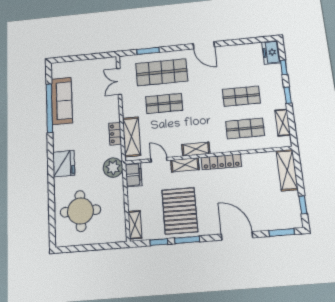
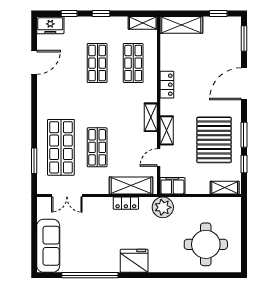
door: (204, 45) -> (34, 62), moved
sofa: (62, 101) -> (48, 246), moved, turned 90
shelving: (283, 123) -> (143, 23), moved
locker: (221, 162) -> (167, 85), width x0.66
fridge: (64, 164) -> (134, 261), moved
pallet: (180, 211) -> (214, 140), turned 90

